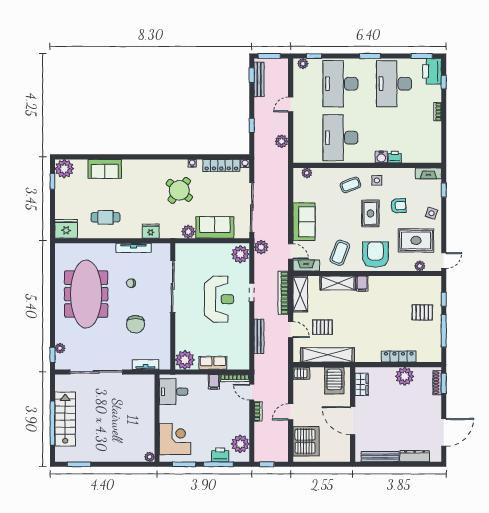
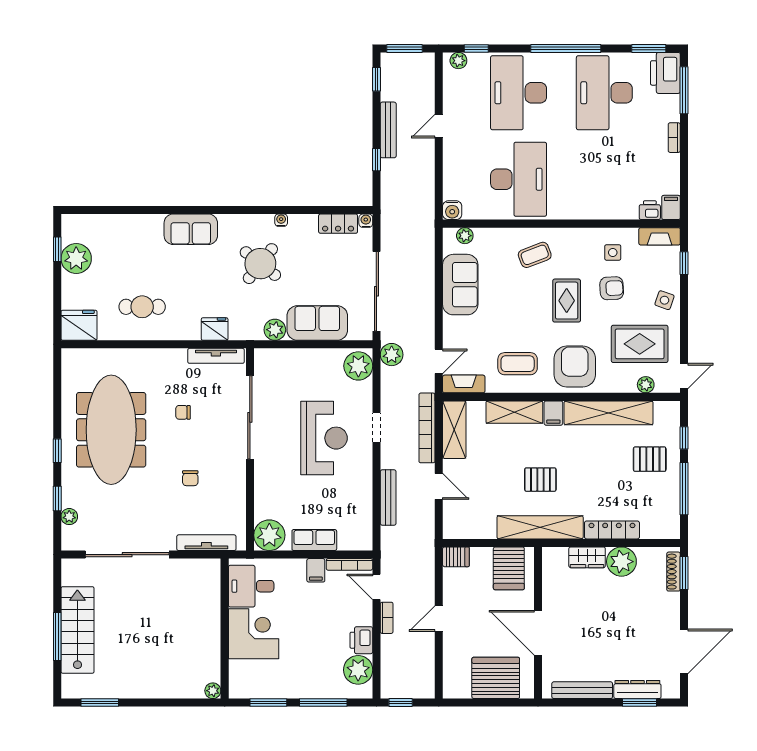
window: (370, 56) -> (566, 48), width x2.11
bench: (259, 79) -> (388, 130), moved
window: (444, 82) -> (684, 90), width x2.17
desk: (340, 138) -> (519, 179), turned 180
plant: (282, 141) -> (424, 185), removed
filing cabinet: (436, 155) -> (671, 207), added
water cooler: (381, 157) -> (452, 210), moved
printer: (395, 157) -> (650, 210), moved
locker: (221, 165) -> (338, 224), width x0.66
plant: (64, 169) -> (76, 259), moved
sofa: (105, 169) -> (191, 229), moved
side table: (377, 180) -> (613, 252), moved
sofa: (304, 222) -> (460, 285), moved
tv unit: (133, 248) -> (216, 356), moved
door: (291, 251) -> (439, 361), hinge flipped
coffee table: (340, 253) -> (518, 364), turned 69
shelving: (397, 284) -> (609, 413), added
window: (52, 307) -> (57, 451), added
chair: (136, 324) -> (190, 478), width x0.54, depth x0.54
pallet: (322, 327) -> (540, 480), moved
window: (52, 355) -> (57, 499), moved
shelving: (327, 355) -> (540, 527), moved
tv unit: (146, 365) -> (206, 543), width x1.41
wardrobe: (362, 384) -> (587, 557), moved, turned 90
window: (52, 423) -> (57, 637), width x0.68
corner desk: (175, 439) -> (254, 634), moved
server rack: (306, 441) -> (496, 678), moved, turned -90
printer: (220, 455) -> (361, 640), moved, turned -90
window: (416, 464) -> (640, 703), added

